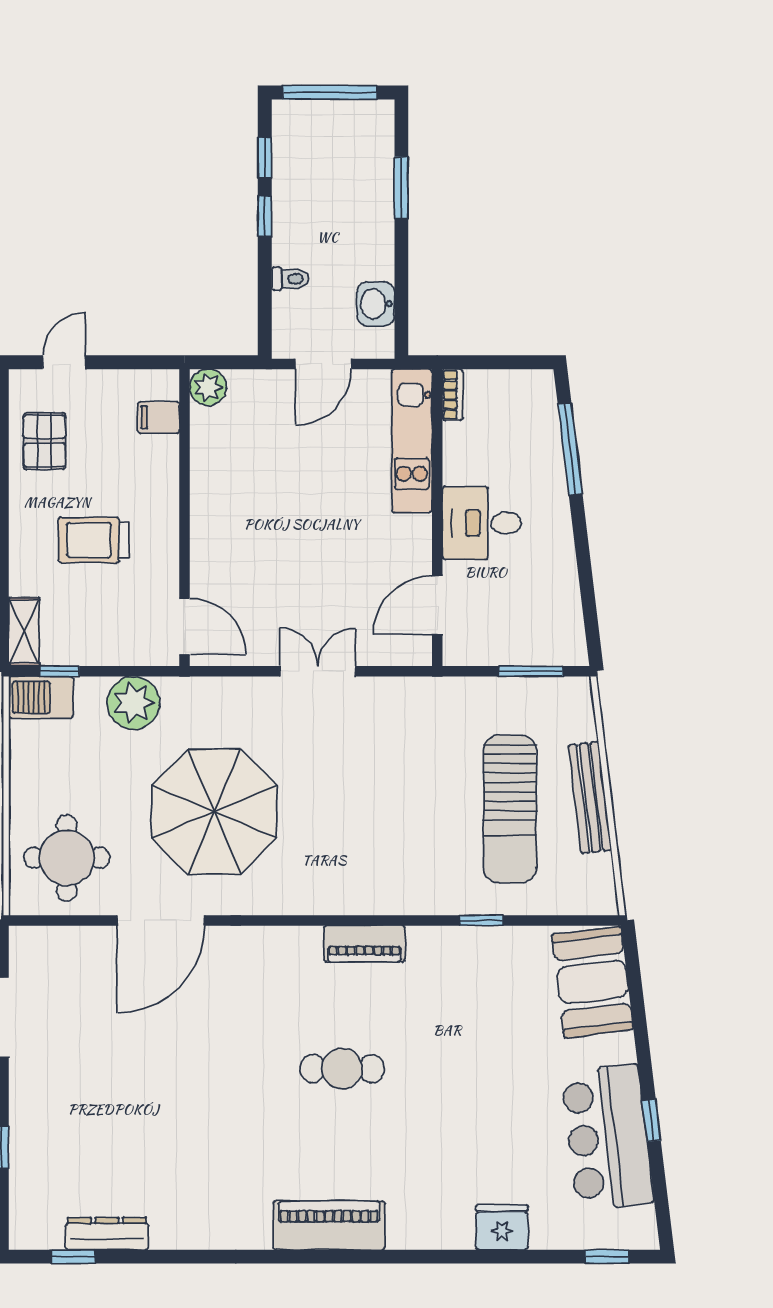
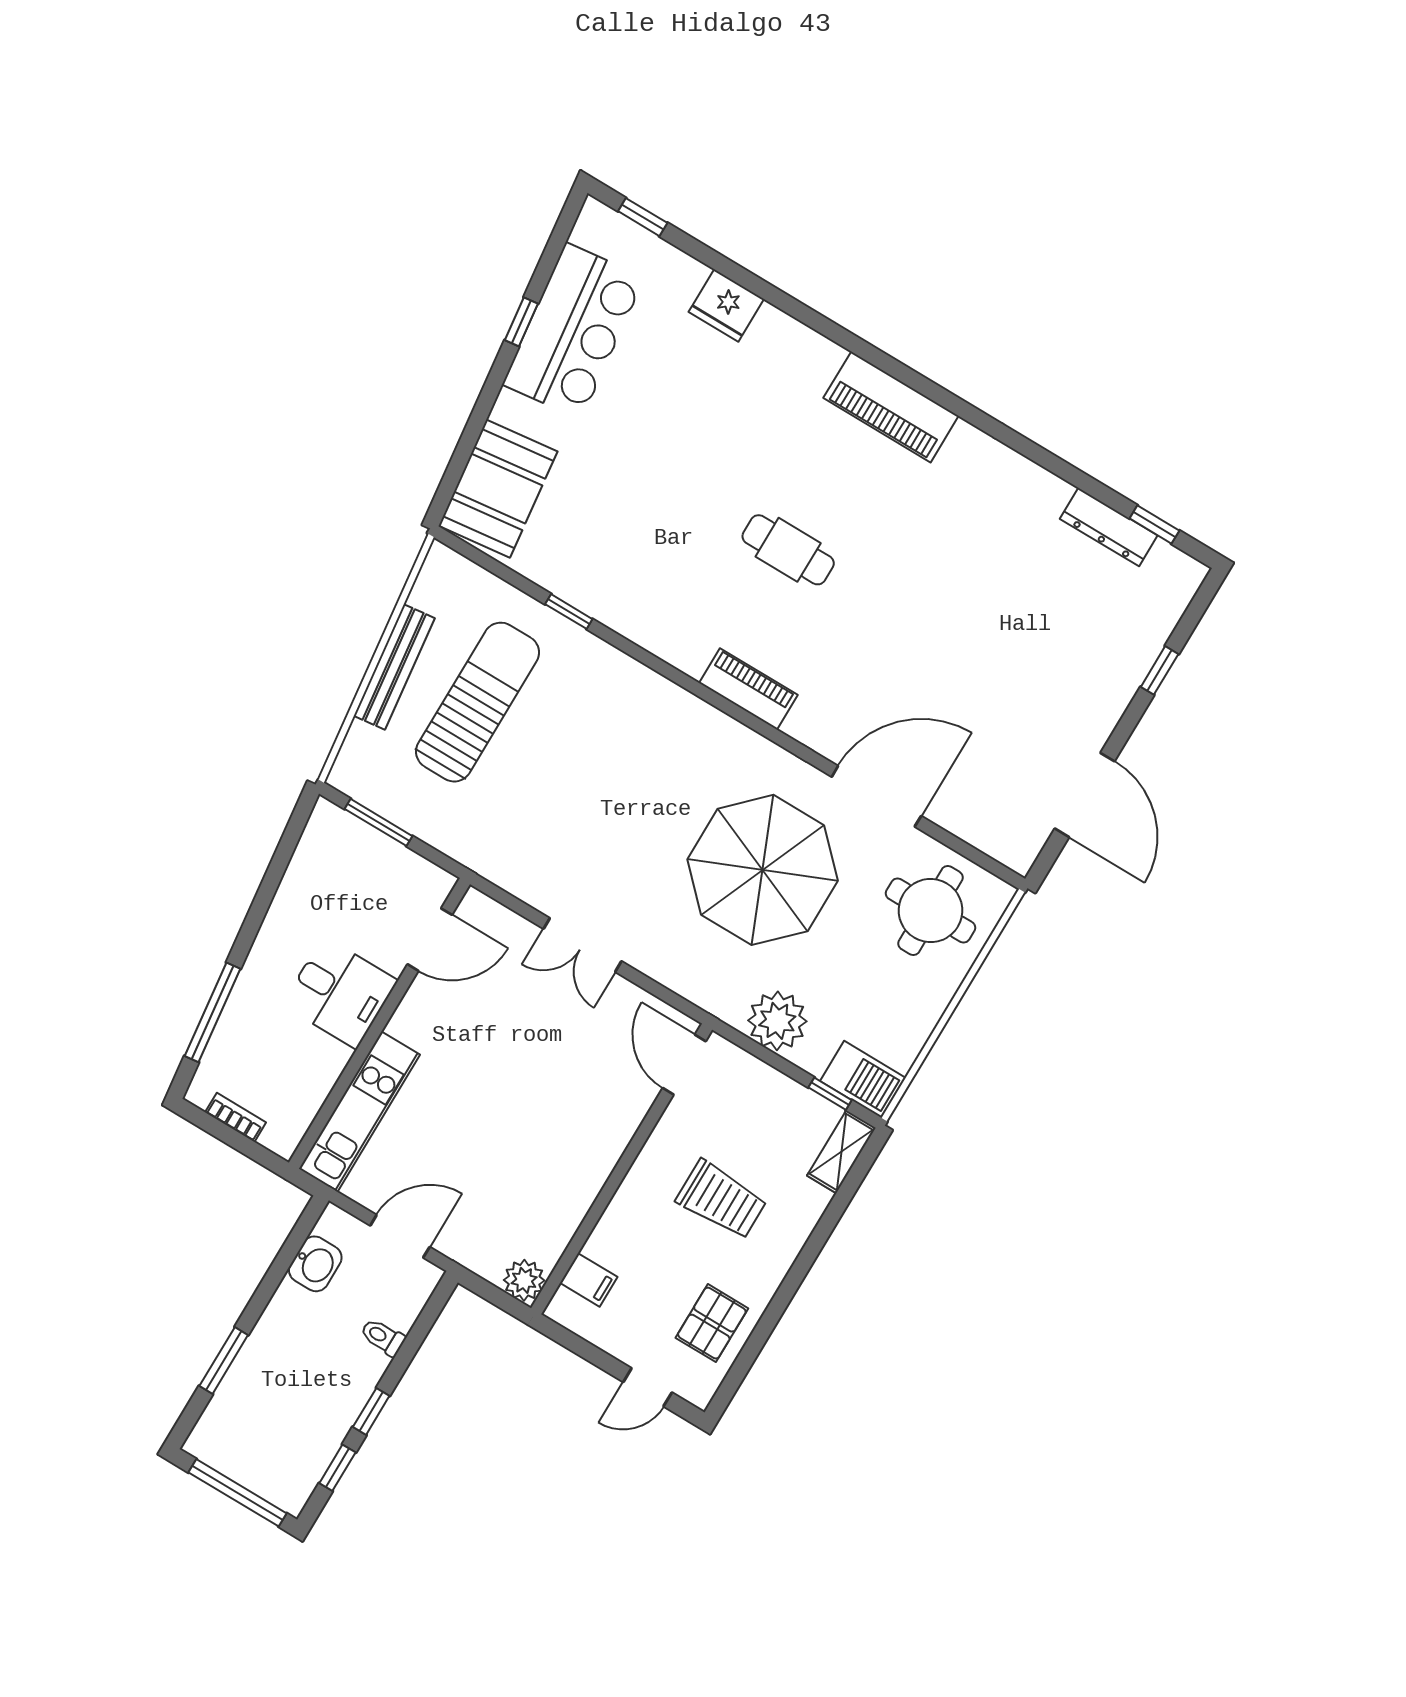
bookcase: (453, 395) -> (236, 1117), moved, turned 90
piano: (364, 944) -> (748, 689), moved

